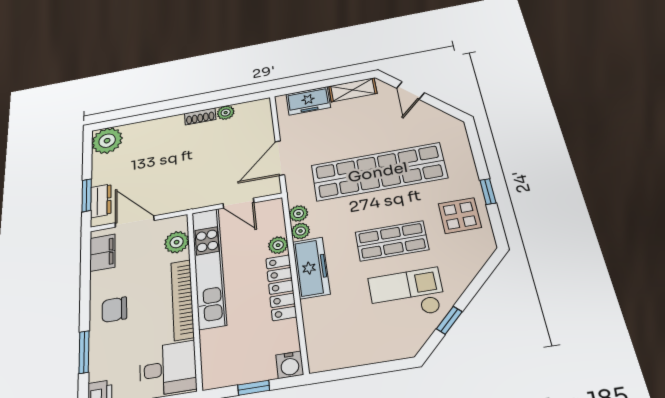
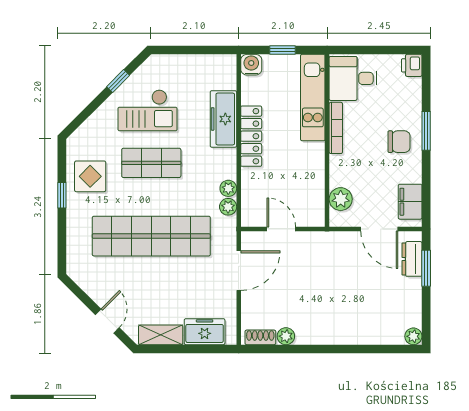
shoe rack: (200, 116) -> (260, 337), moved
plant: (107, 141) -> (413, 336), width x0.53, depth x0.53
plant: (278, 245) -> (250, 178), removed
kitchen unit: (209, 267) -> (313, 98), moved, width x0.73
freezer: (311, 268) -> (223, 119), moved
bookcase: (182, 300) -> (336, 128), width x0.68, depth x0.76
window: (84, 352) -> (426, 131), moved

